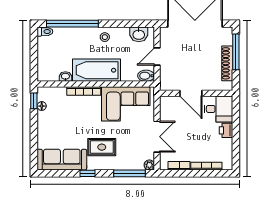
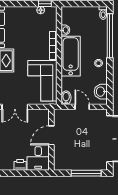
shoe rack: (227, 63) -> (76, 166), removed

